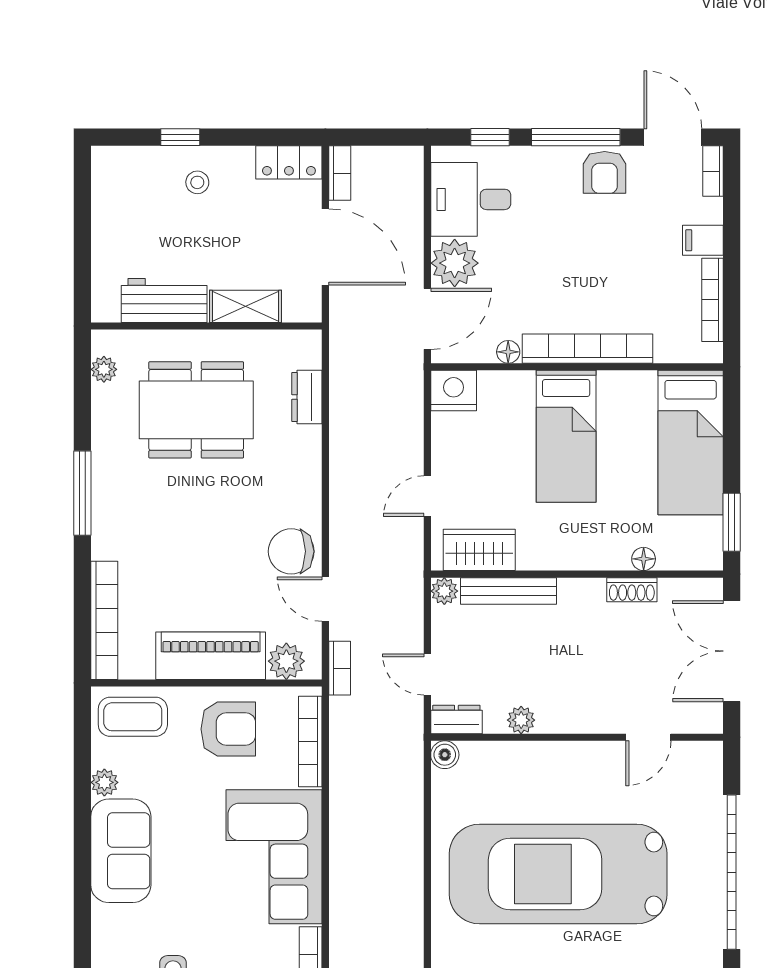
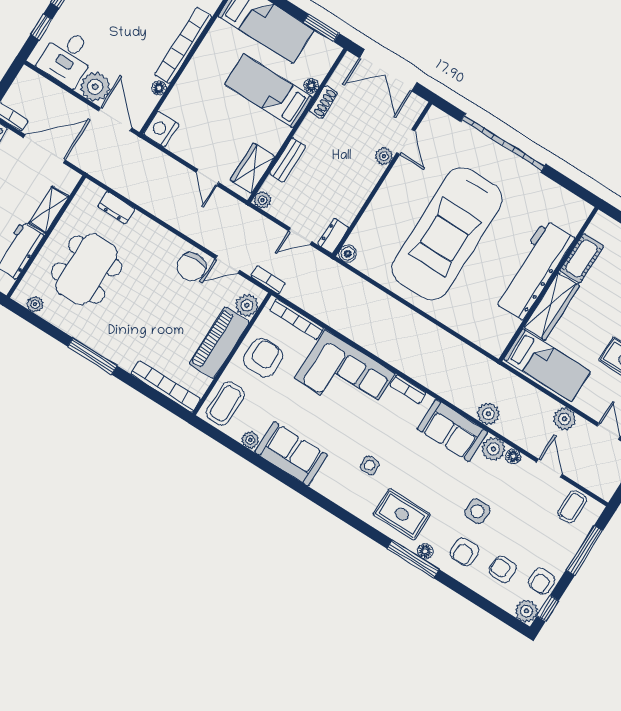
bed: (566, 436) -> (268, 91), moved, turned 180
bench: (509, 591) -> (288, 160), width x0.73
plant: (521, 720) -> (384, 156), moved

